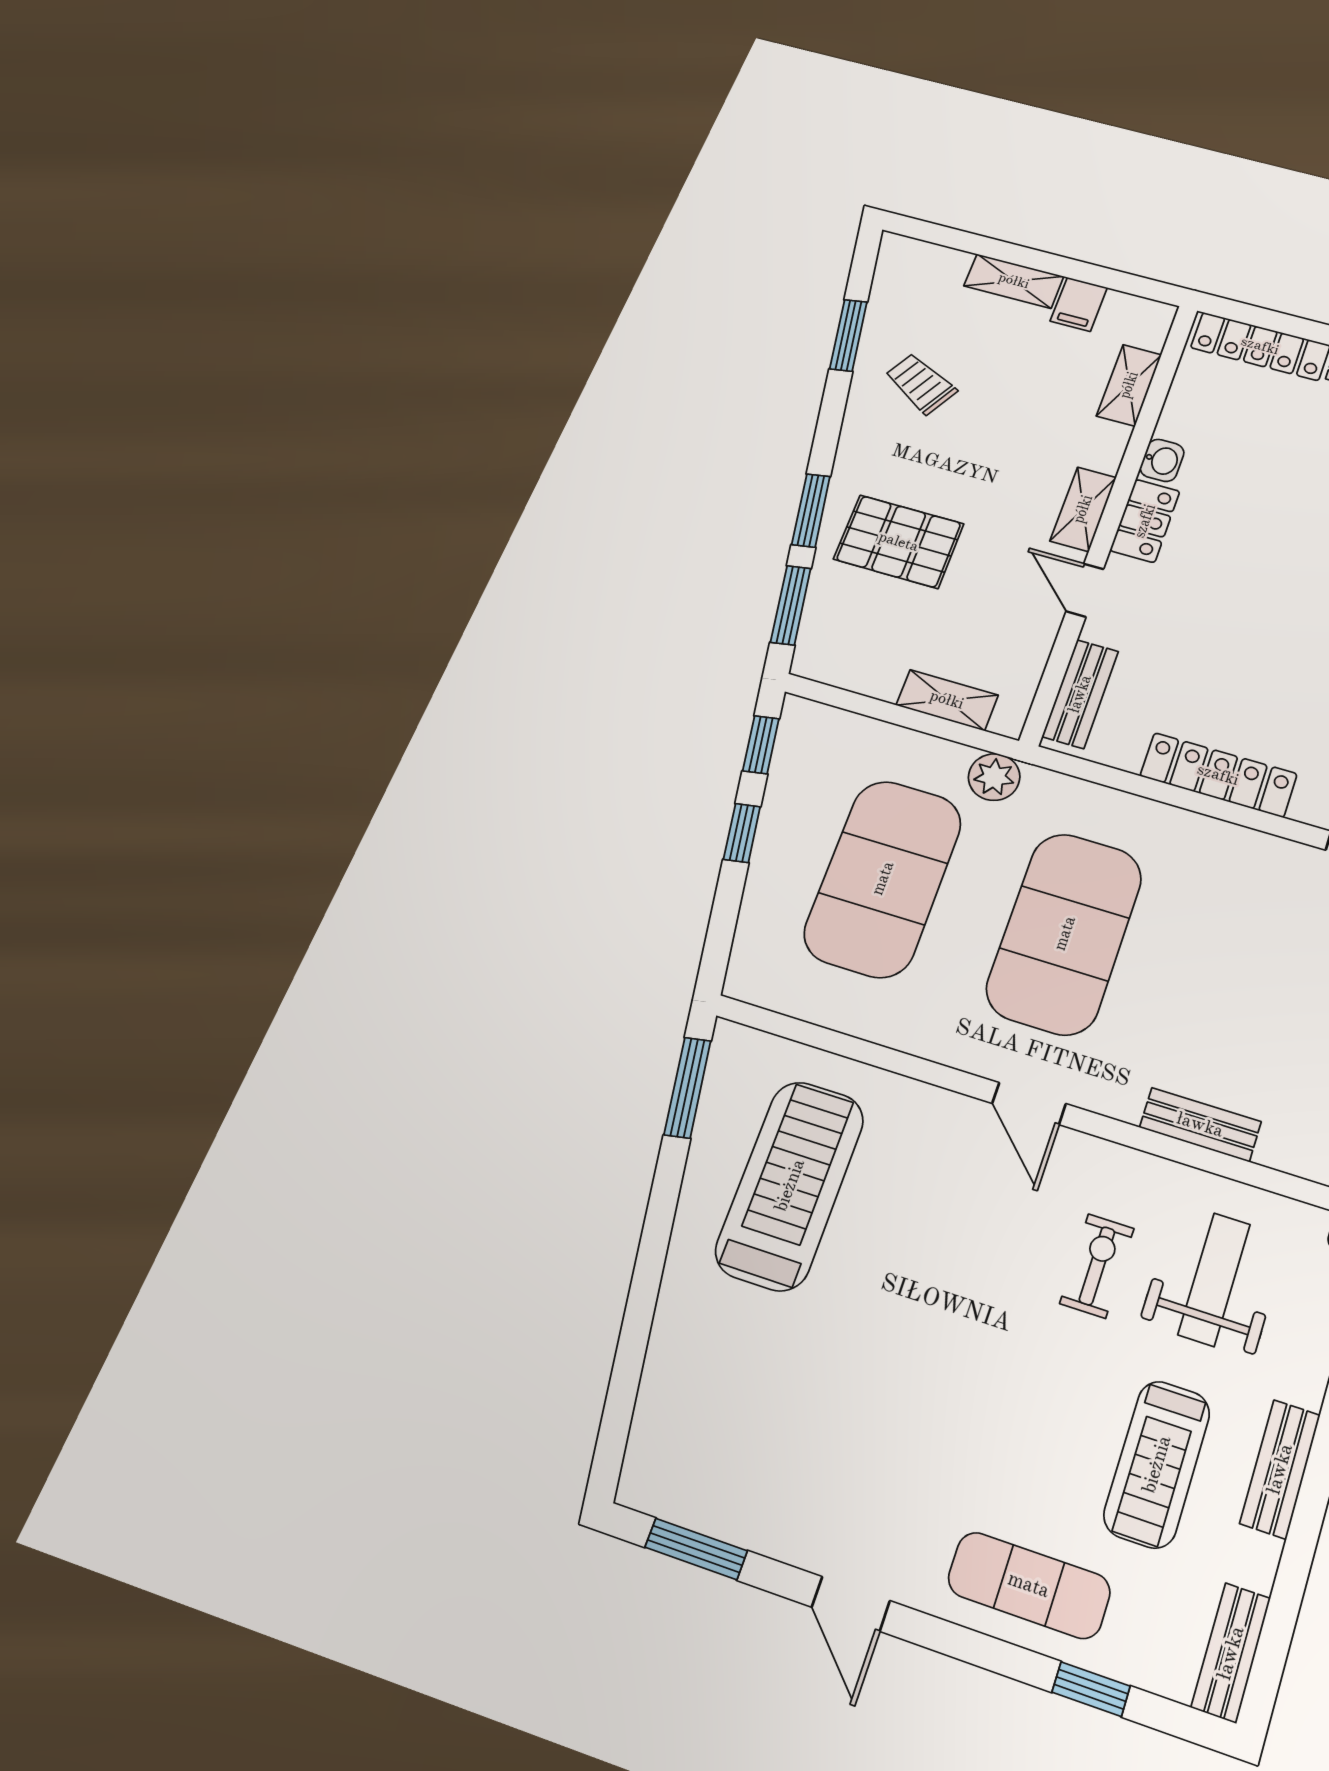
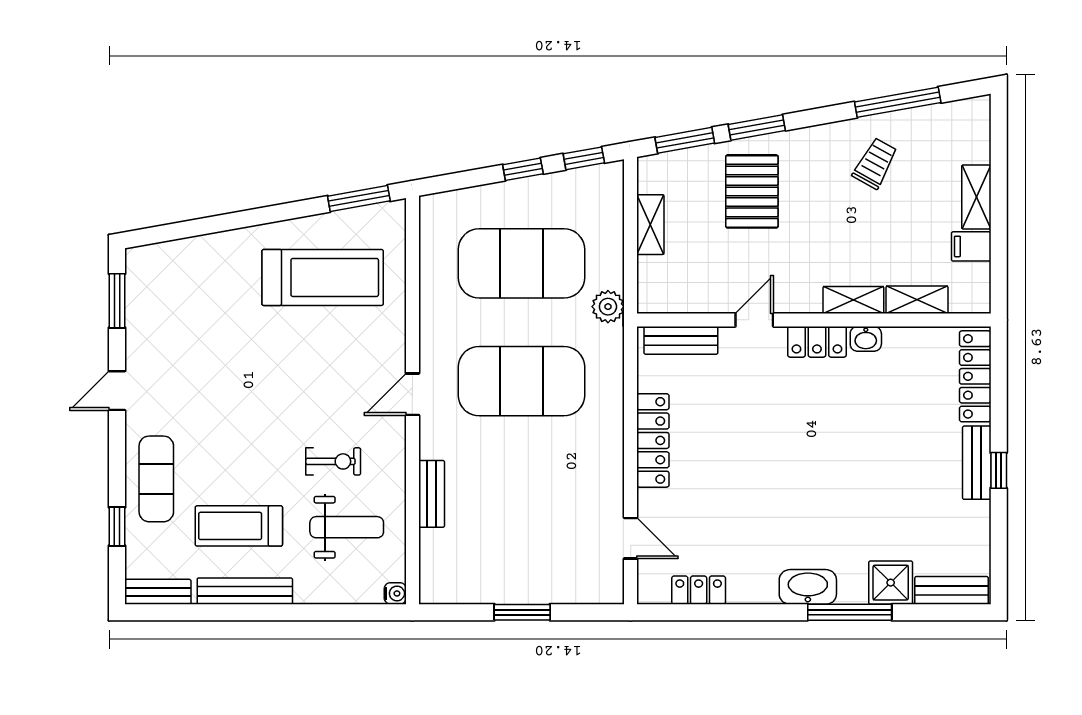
window: (848, 335) -> (898, 102), width x1.44
shelving: (1083, 509) -> (853, 300), moved
shelving: (947, 700) -> (650, 225), moved
bench: (1280, 1469) -> (245, 591), width x1.36

